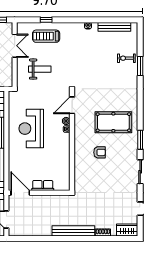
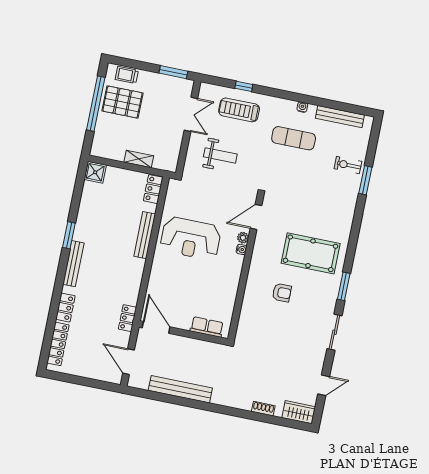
exercise mat: (86, 48) -> (294, 138), added
reception desk: (31, 129) -> (191, 238), turned -90
row of seats: (43, 186) -> (207, 327), moved
bench: (73, 231) -> (180, 389), moved

